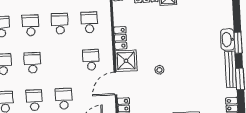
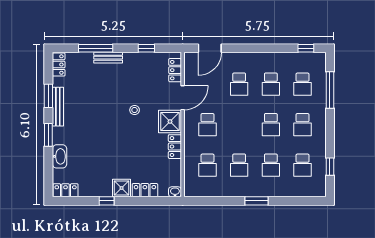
washbasin: (228, 40) -> (59, 156), moved

